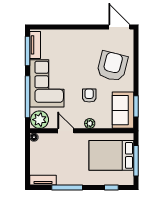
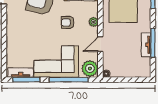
tv unit: (43, 180) -> (146, 45), moved

